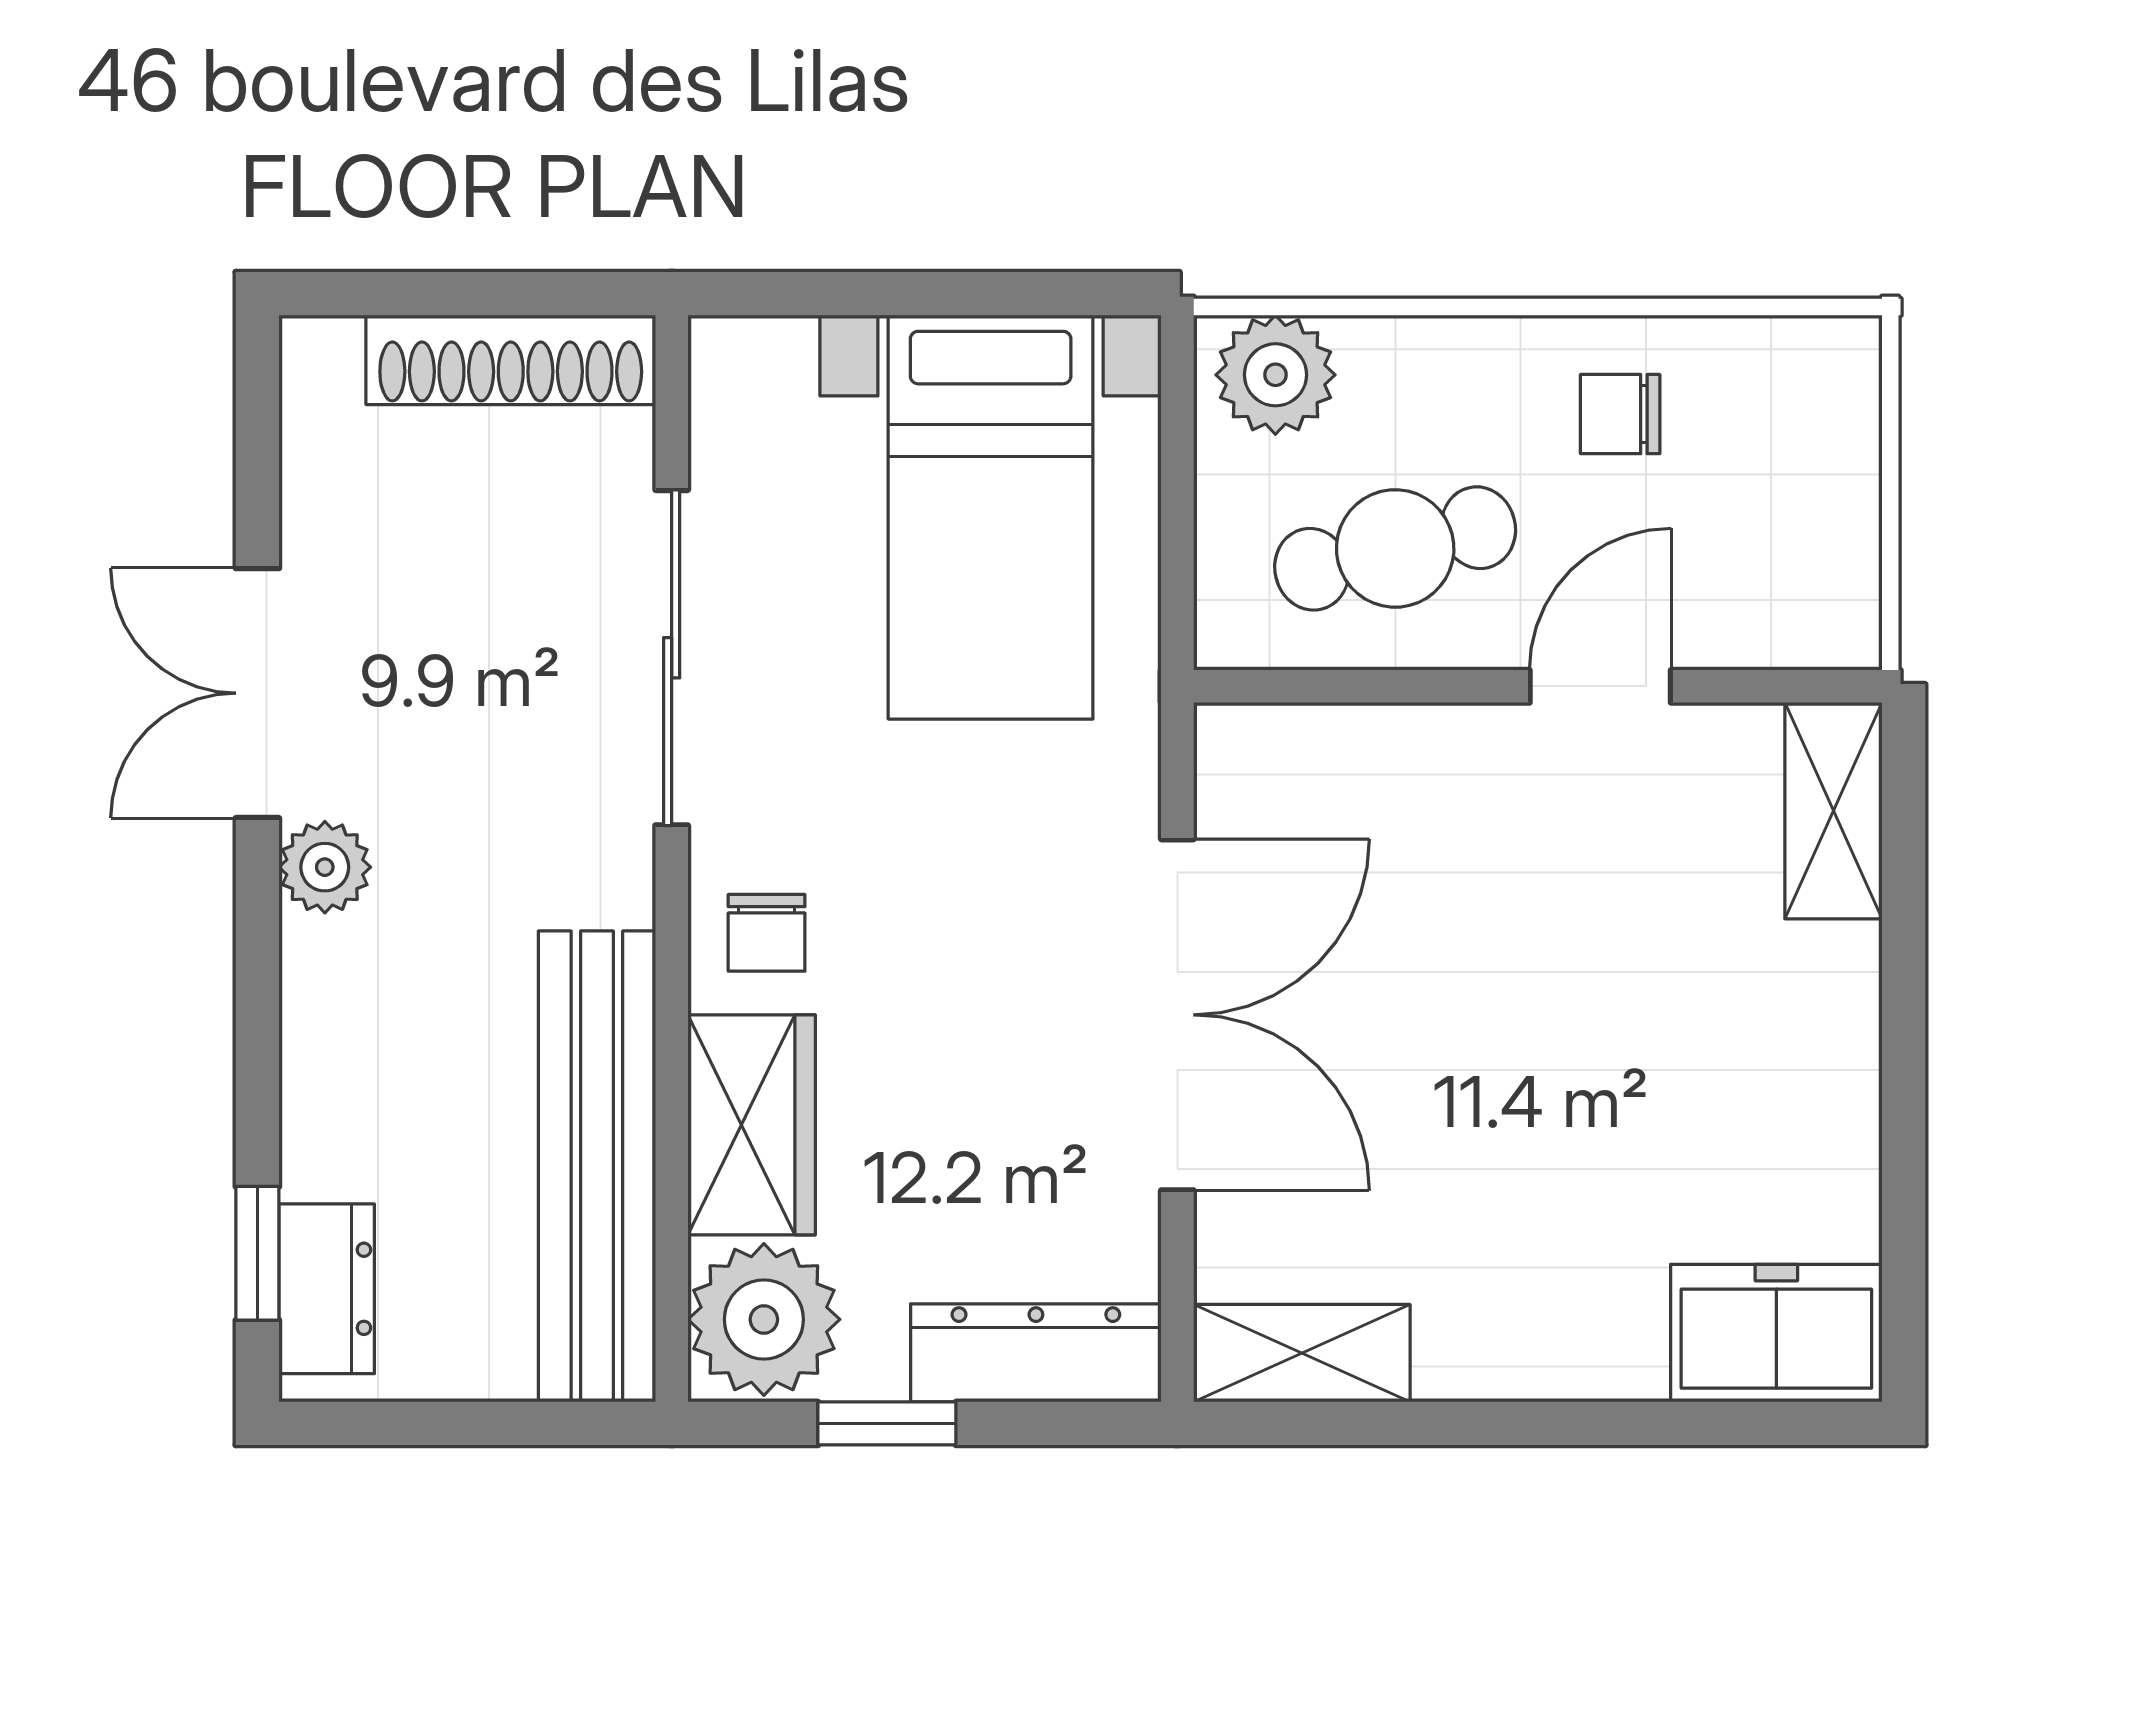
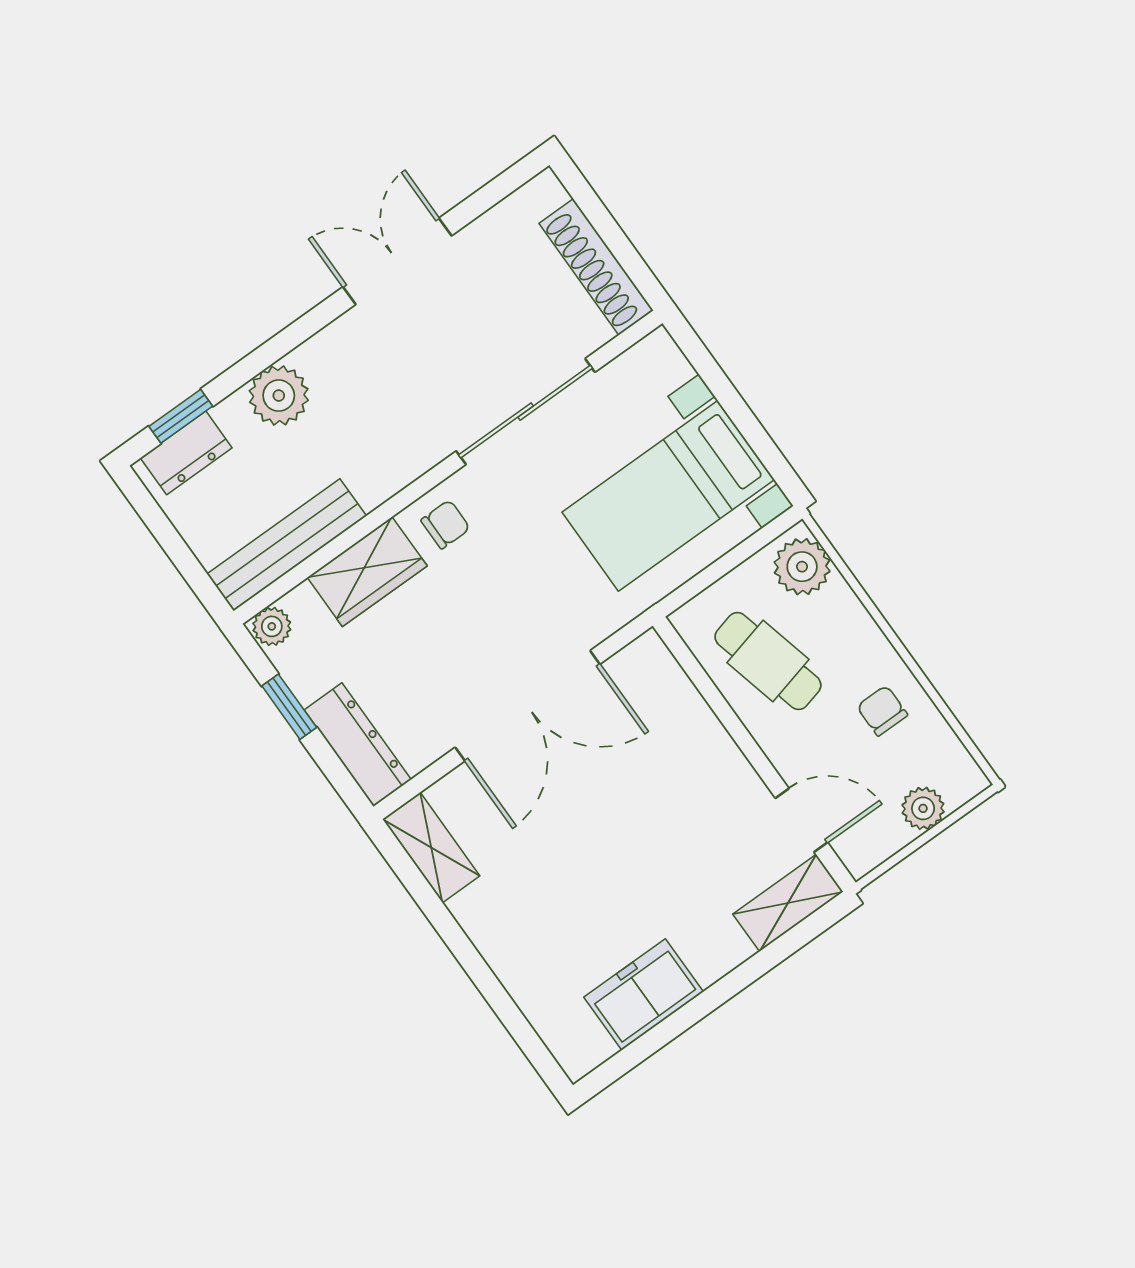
plant: (1837, 464) -> (923, 808), added
door: (1600, 686) -> (801, 820), moved
plant: (325, 867) -> (279, 396), moved, width x1.38, depth x1.38
chair: (767, 933) -> (446, 524), turned 180
bench: (597, 1166) -> (287, 545), width x0.73, depth x0.82
plant: (764, 1319) -> (272, 626), width x0.53, depth x0.53
freezer: (1776, 1333) -> (644, 995), moved, turned -90

